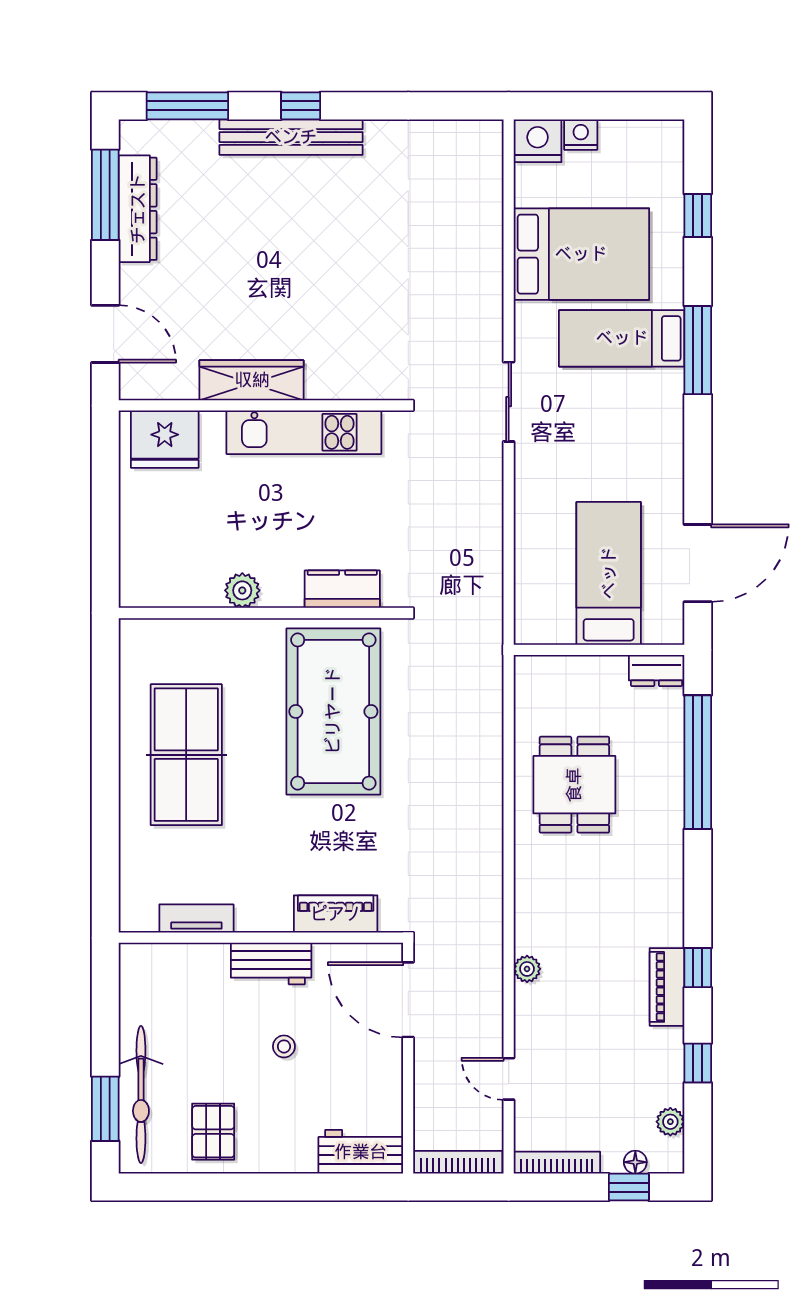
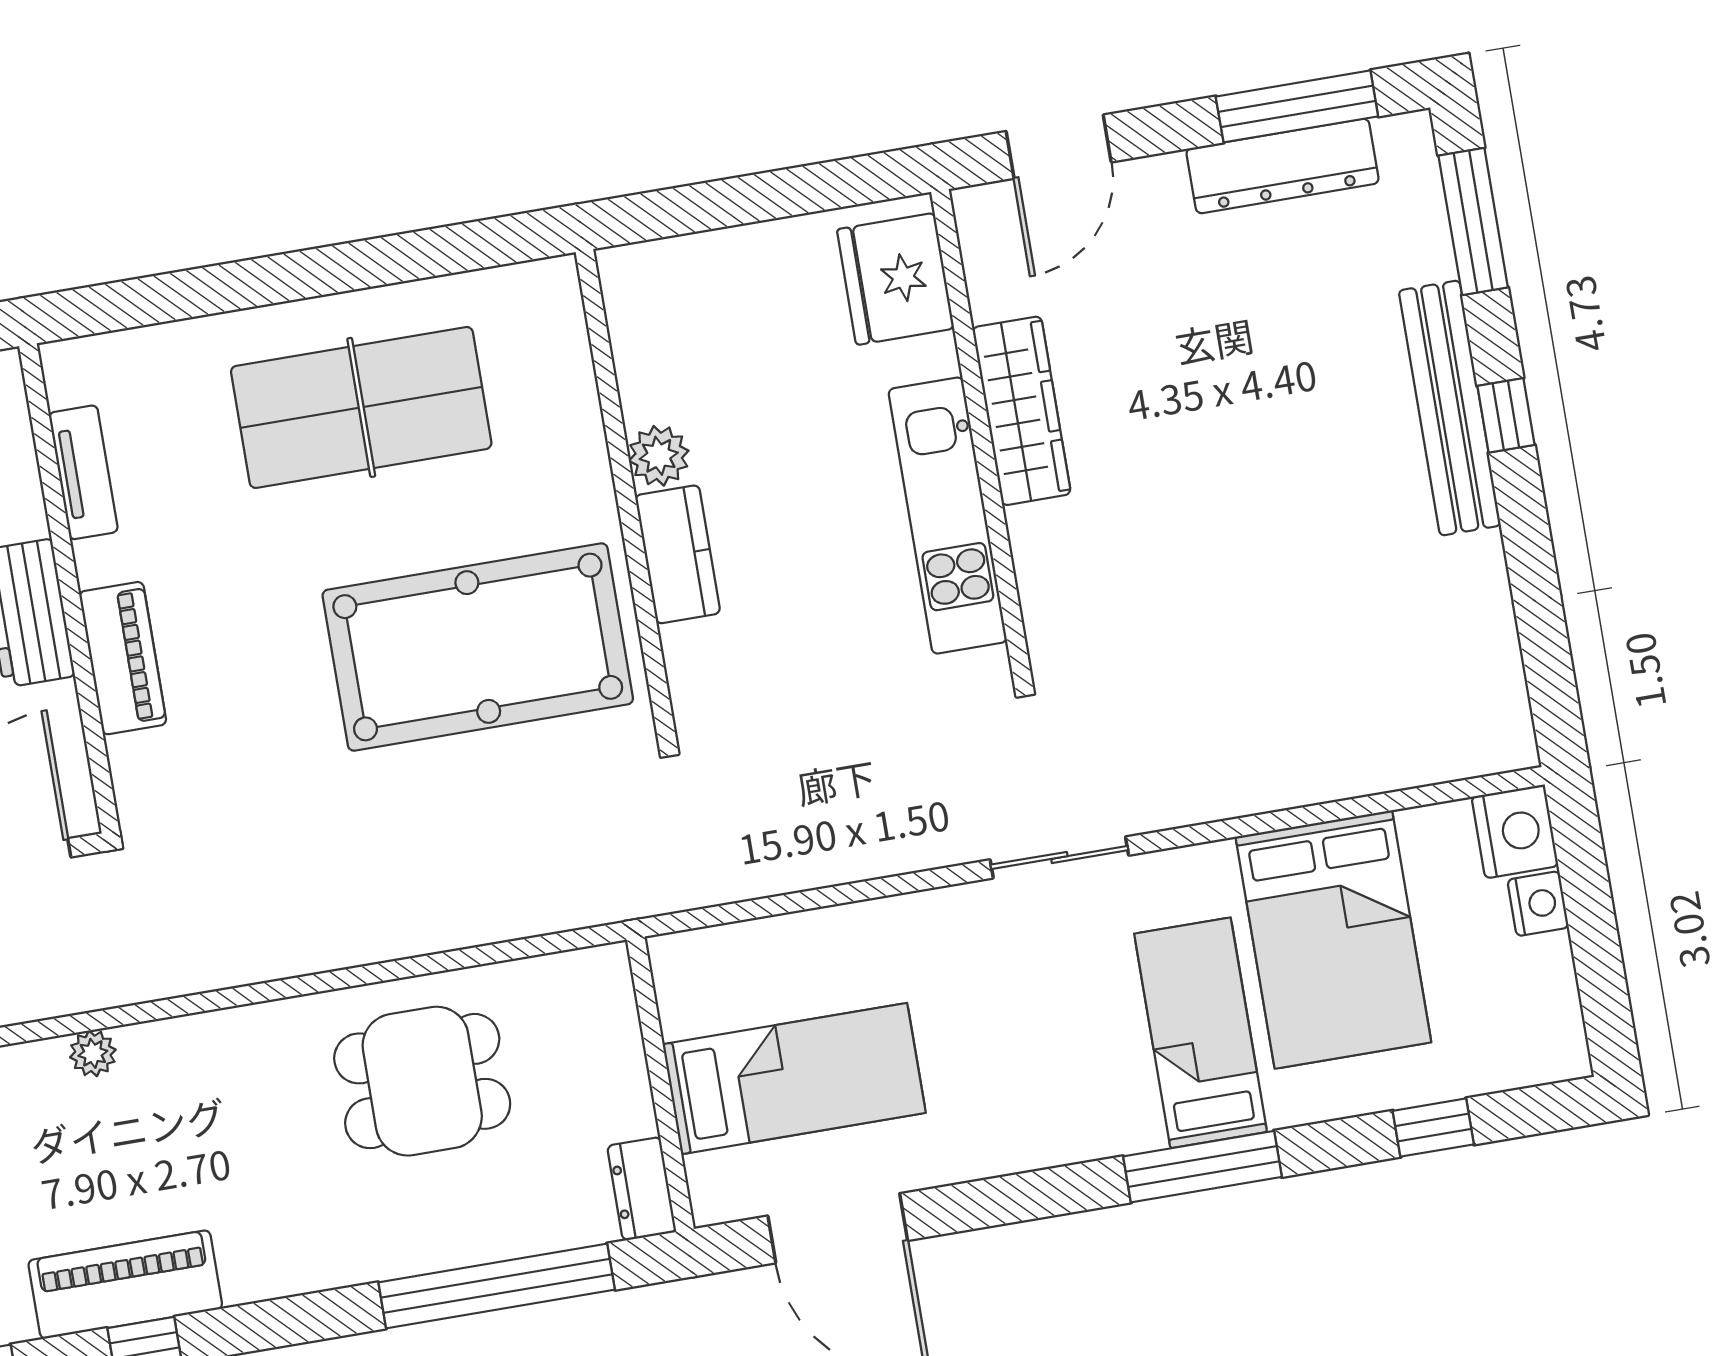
kitchen counter: (342, 589) -> (678, 554), moved
piano: (336, 914) -> (123, 658), moved
piano: (667, 987) -> (125, 1284), width x1.37, depth x1.33

